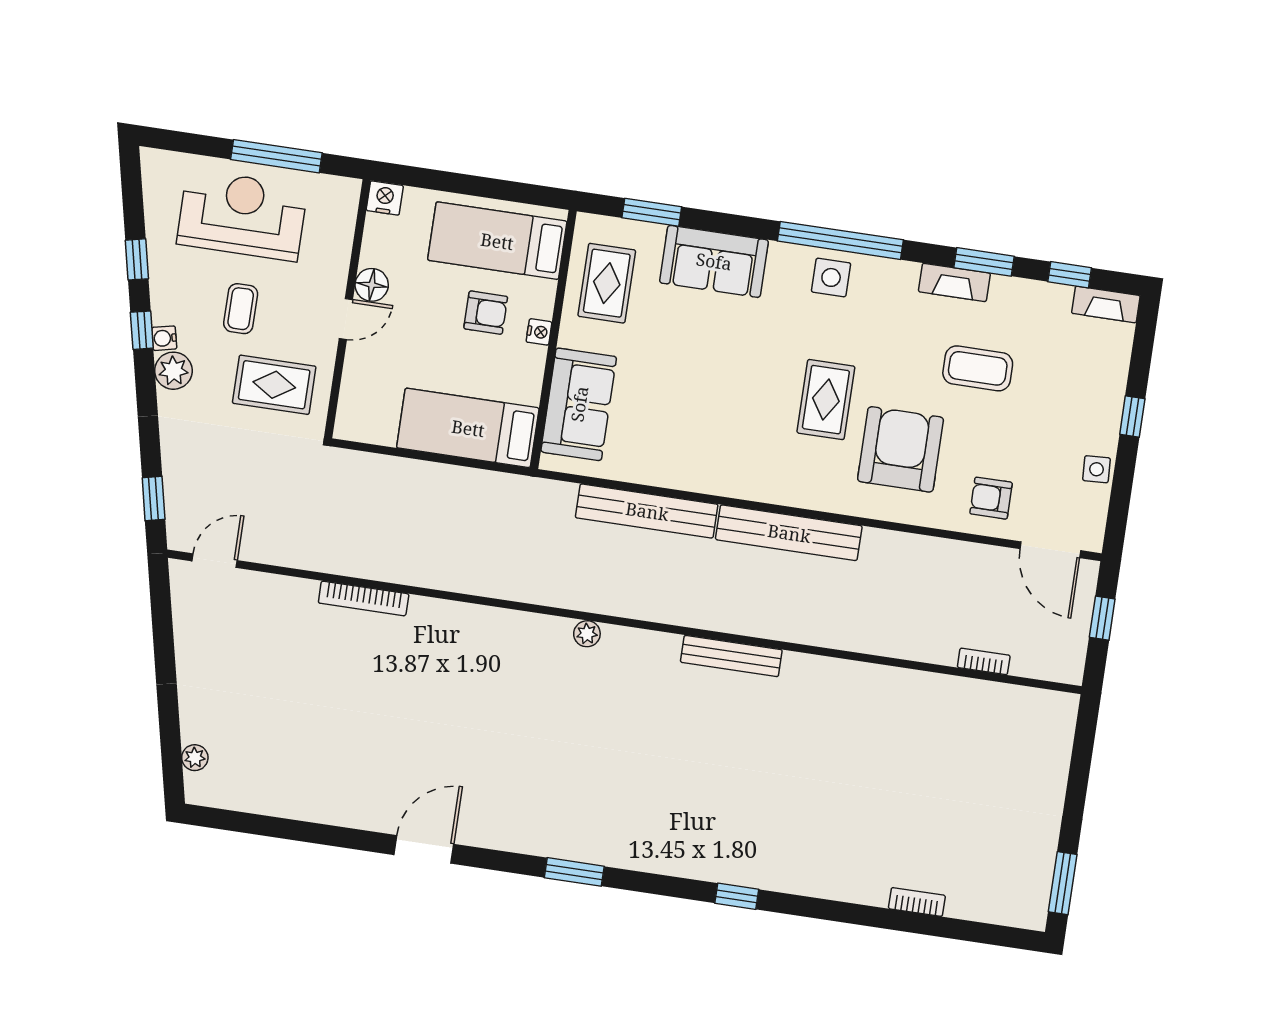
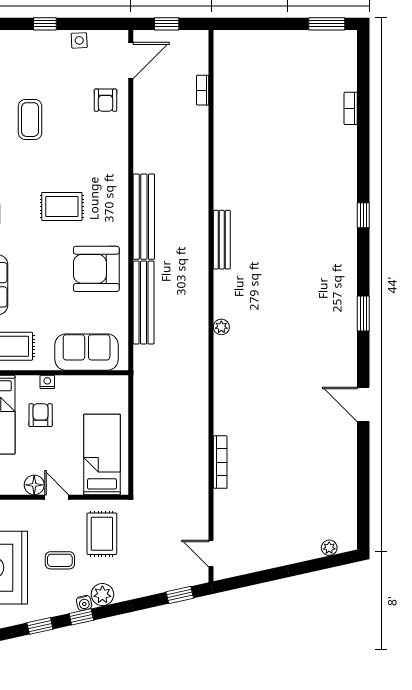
bed: (468, 428) -> (102, 454), moved, turned 180
armchair: (901, 449) -> (96, 269), moved

